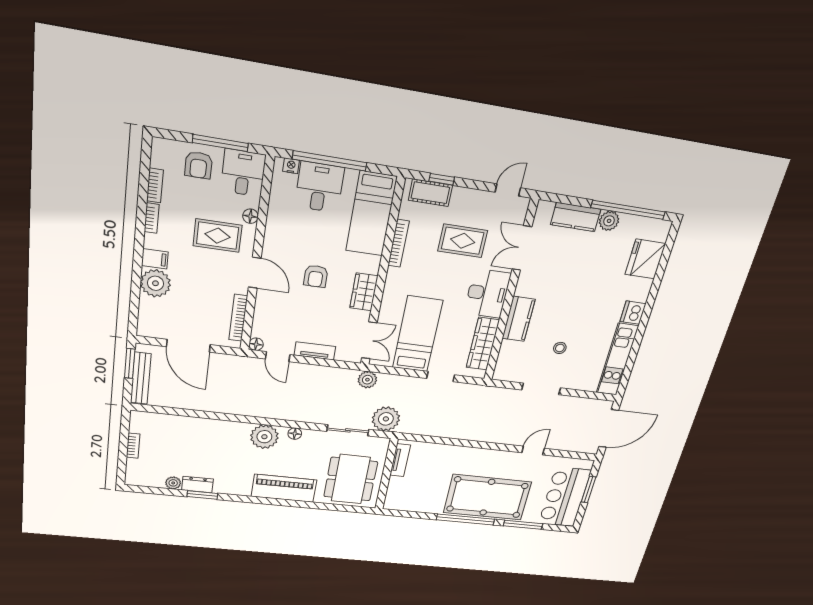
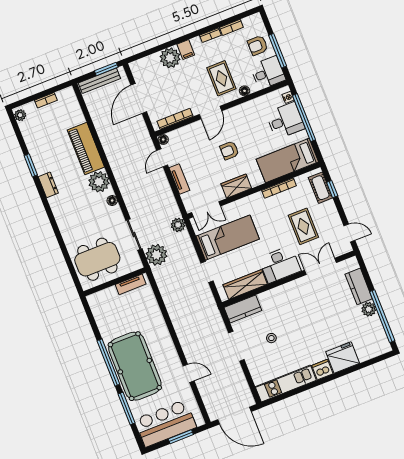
fridge: (645, 259) -> (343, 358), moved
kitchen counter: (519, 319) -> (243, 309), moved
plant: (173, 483) -> (20, 115), moved
dresser: (197, 485) -> (48, 185), moved
piano: (284, 488) -> (86, 148), moved, turned 180

